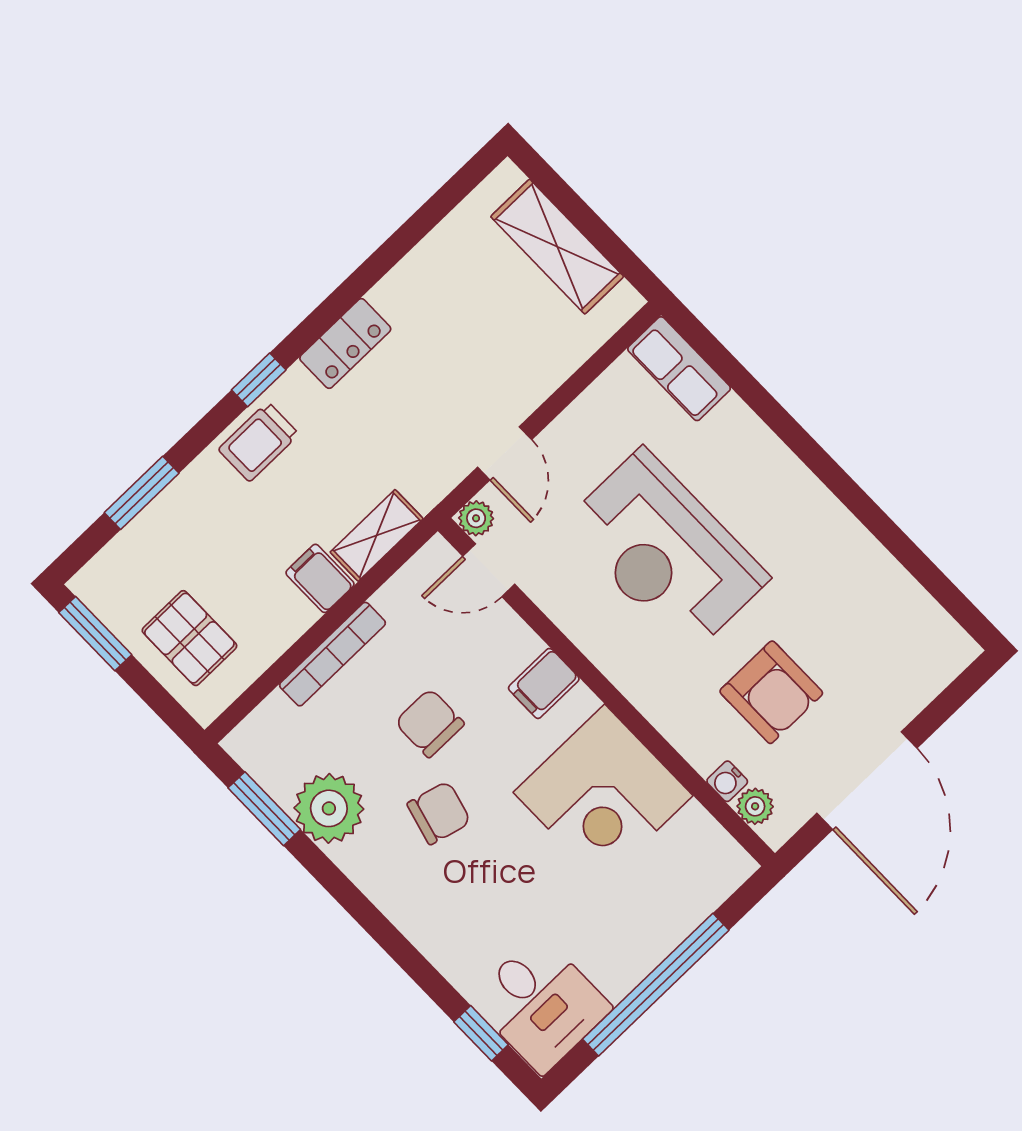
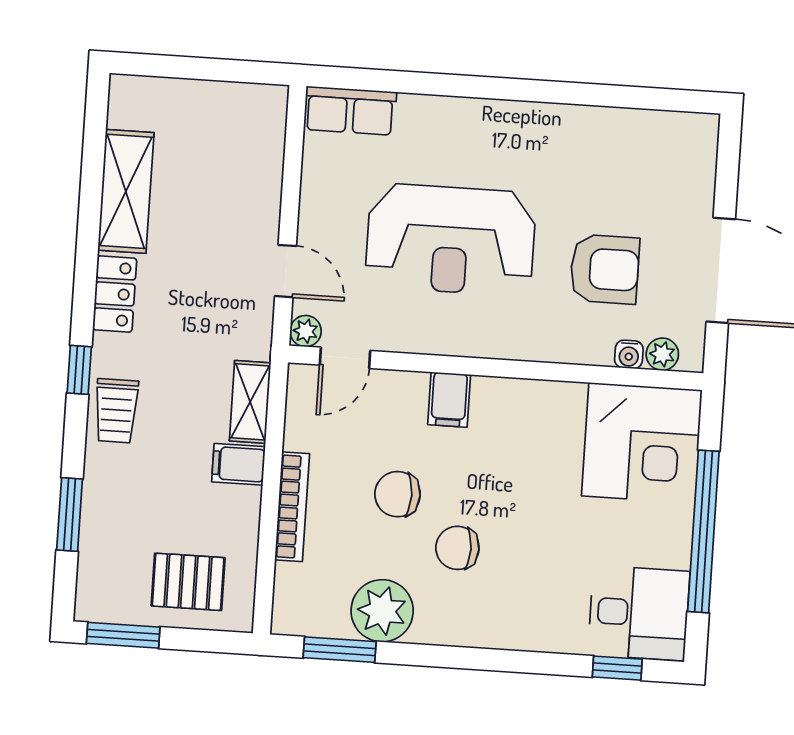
shelving: (557, 247) -> (126, 191), moved, turned 90
corner desk: (603, 794) -> (642, 443), moved
chair: (439, 813) -> (457, 548), turned -105

